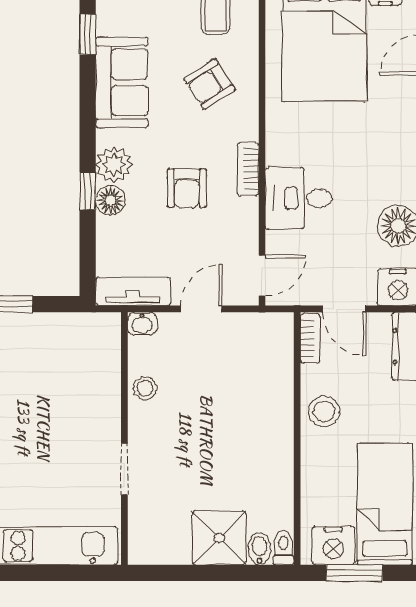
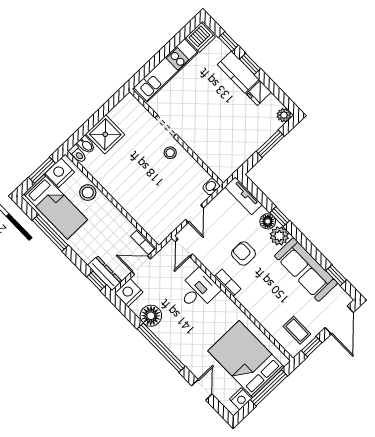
sofa: (122, 82) -> (306, 270), width x1.36
armchair: (210, 84) -> (273, 301), removed
tv unit: (133, 291) -> (243, 196), moved, turned 90
stool: (145, 388) -> (170, 153), moved
stool: (324, 411) -> (88, 193), moved

